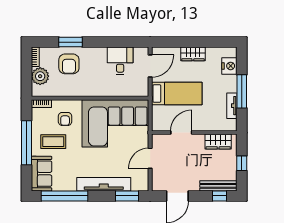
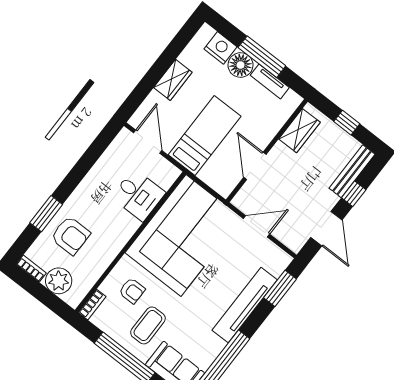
desk: (120, 61) -> (138, 195), moved, turned 180
floor lamp: (229, 84) -> (241, 65), added
door: (150, 158) -> (256, 226), swing flipped
window: (220, 196) -> (354, 194), moved

